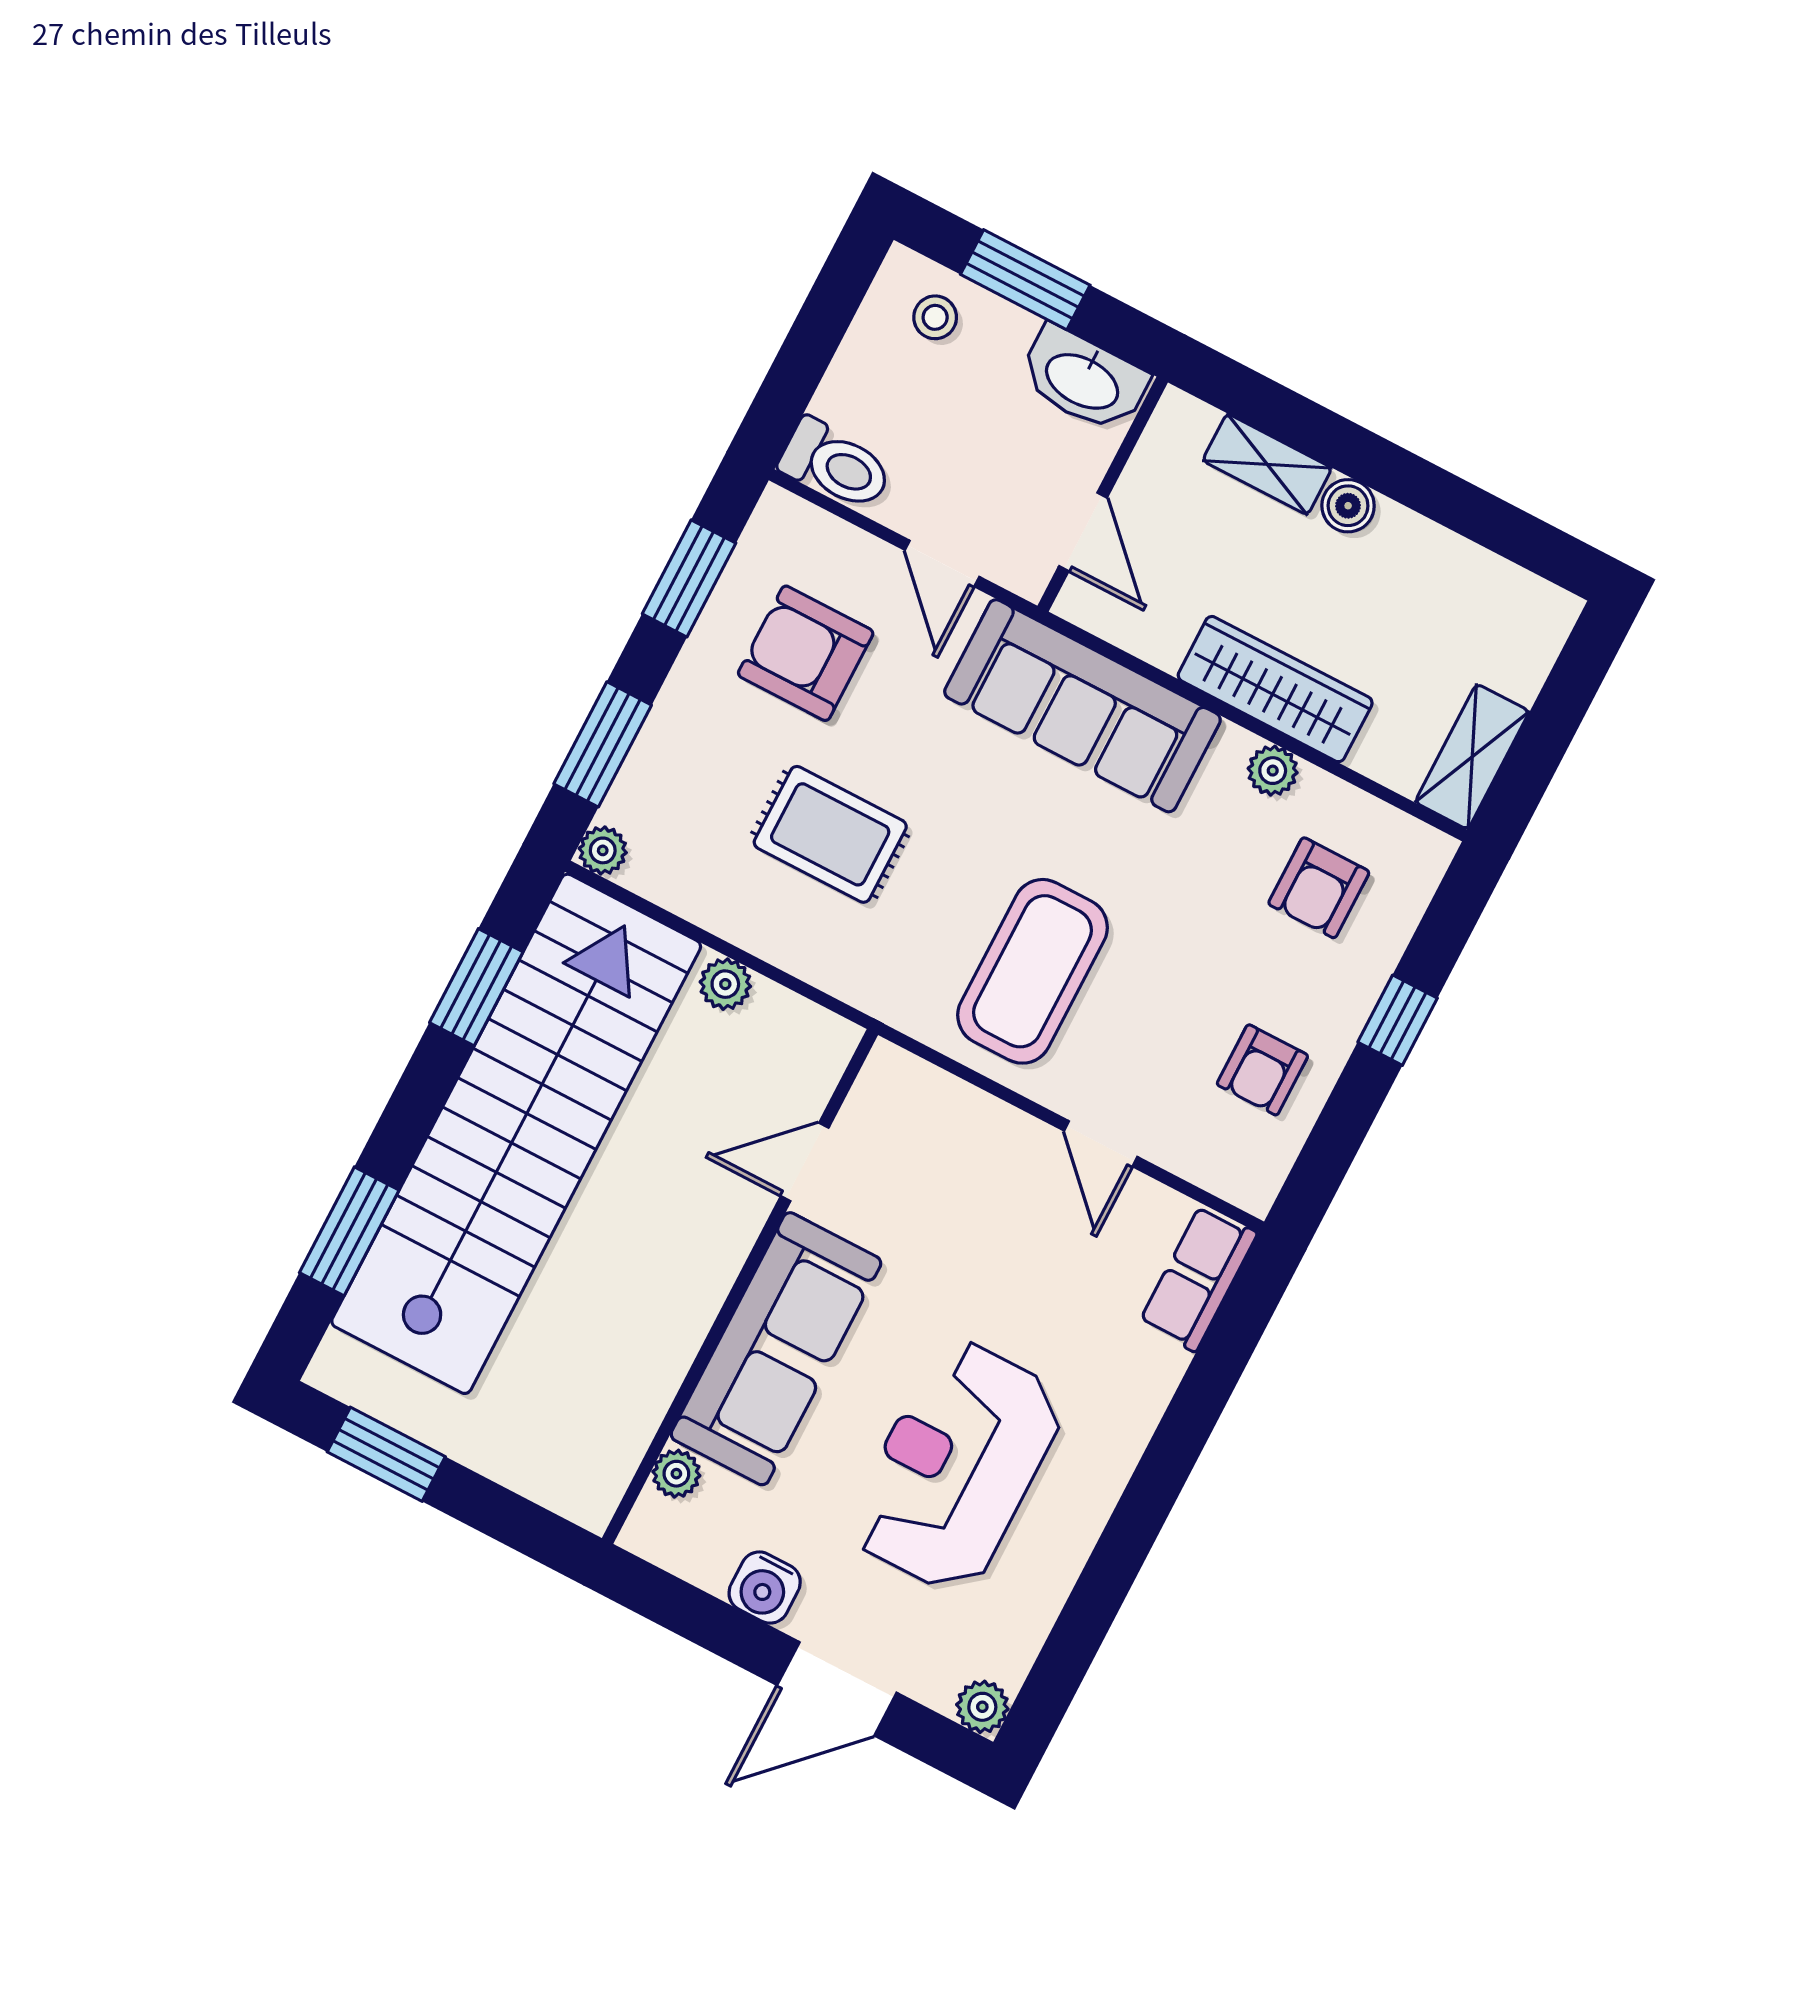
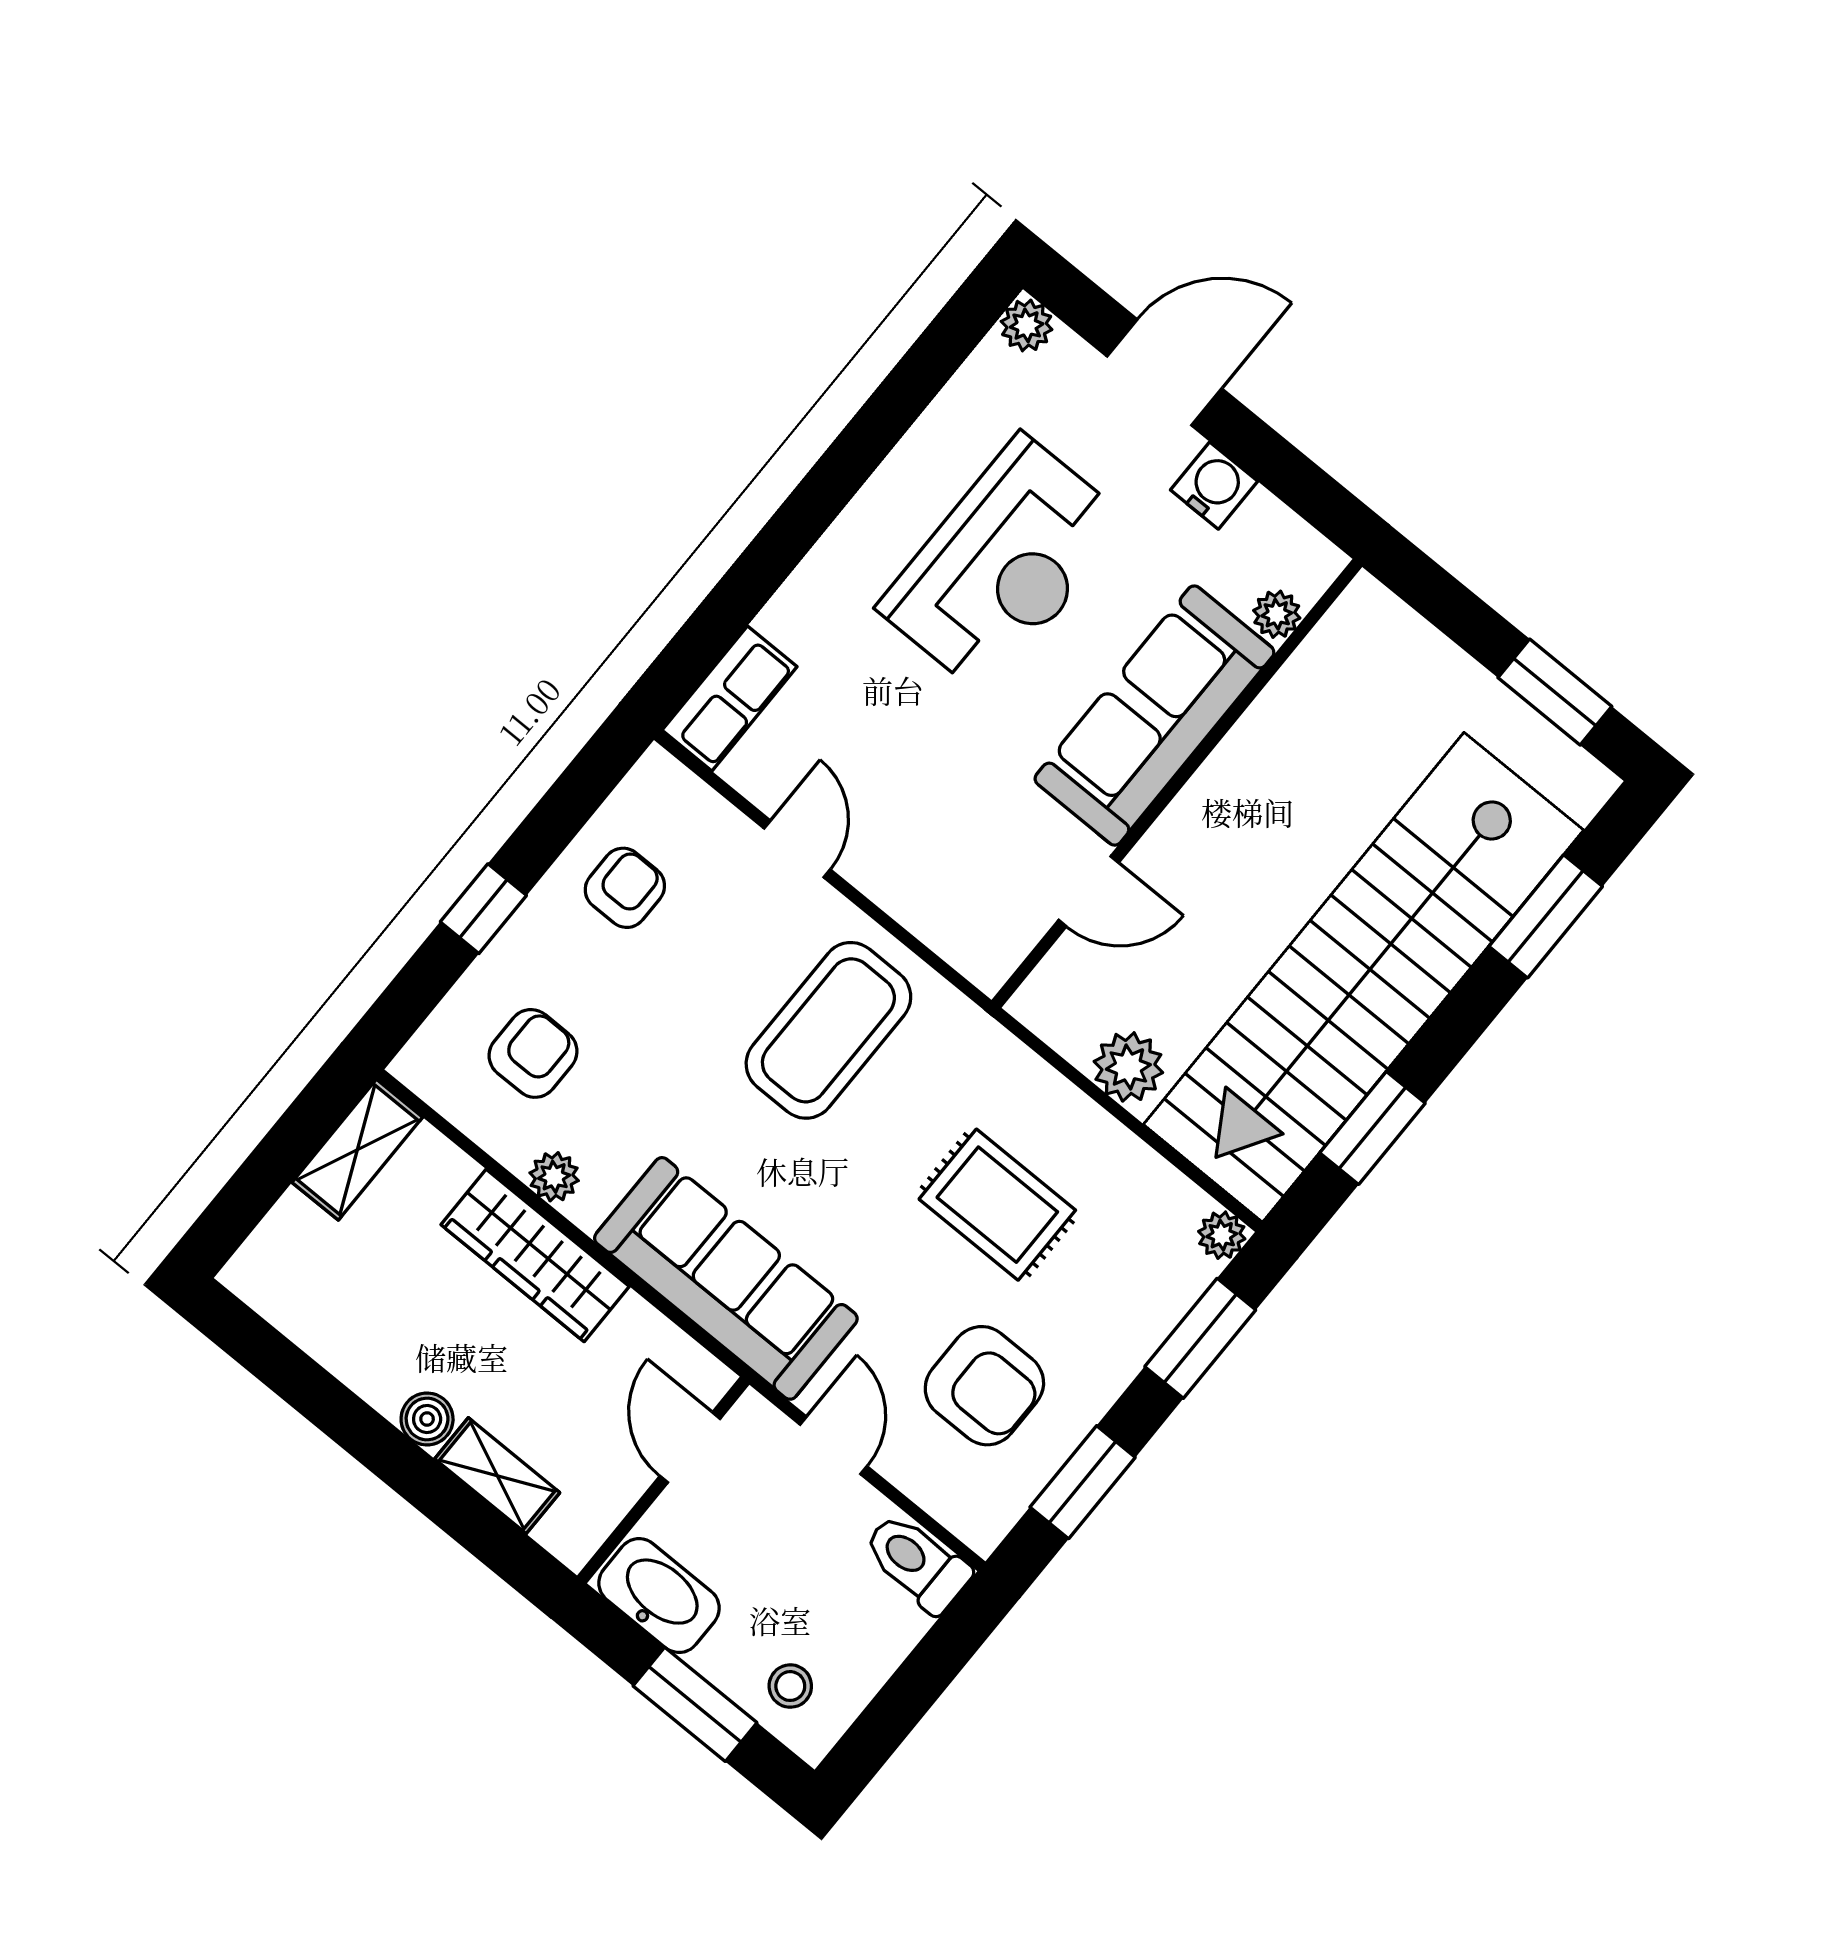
plant: (725, 984) -> (1128, 1067), width x1.38, depth x1.38

